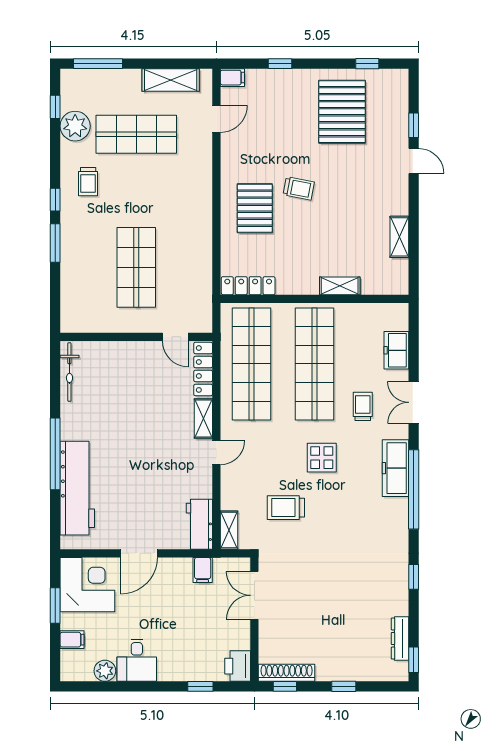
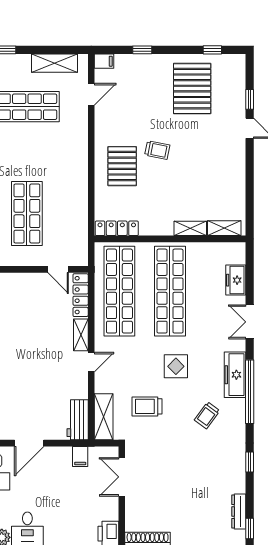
shelving: (399, 237) -> (224, 228), moved, turned 90
trolley: (363, 406) -> (207, 415), moved, turned -144
shelving: (229, 530) -> (104, 417), width x1.50, depth x1.33

